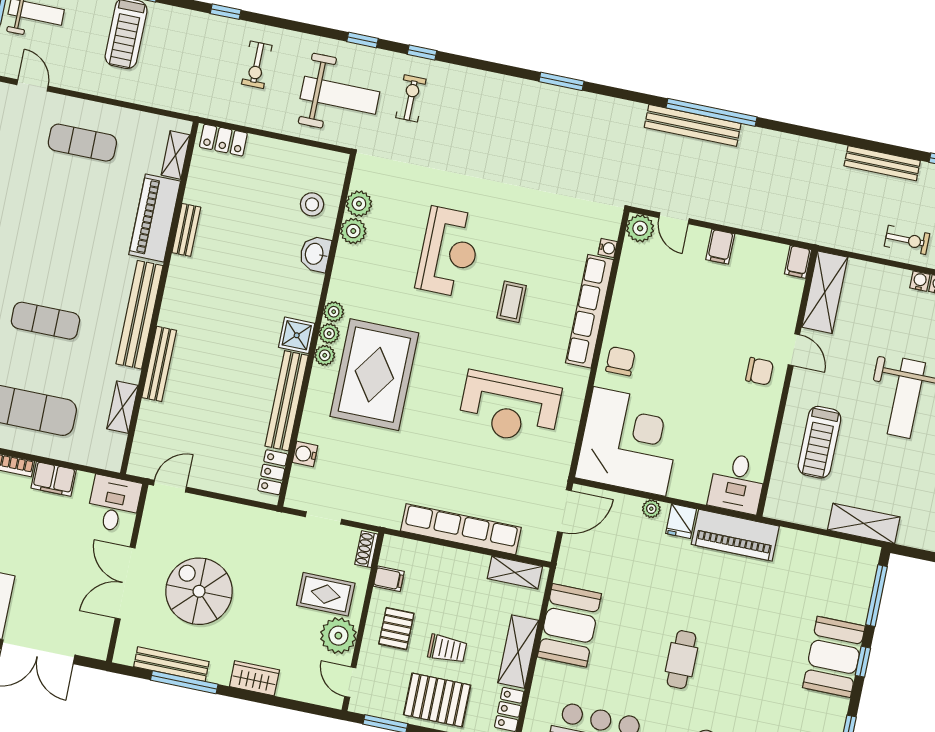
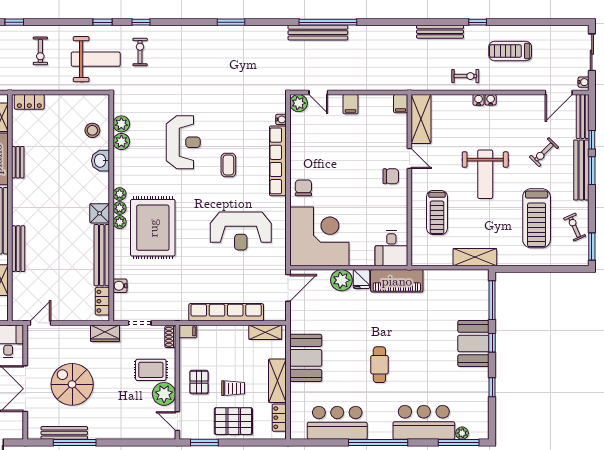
plant: (651, 509) -> (341, 280), width x1.88, depth x1.88
filing cabinet: (389, 579) -> (188, 331), moved
wardrobe: (254, 678) -> (105, 333), moved, turned 180

